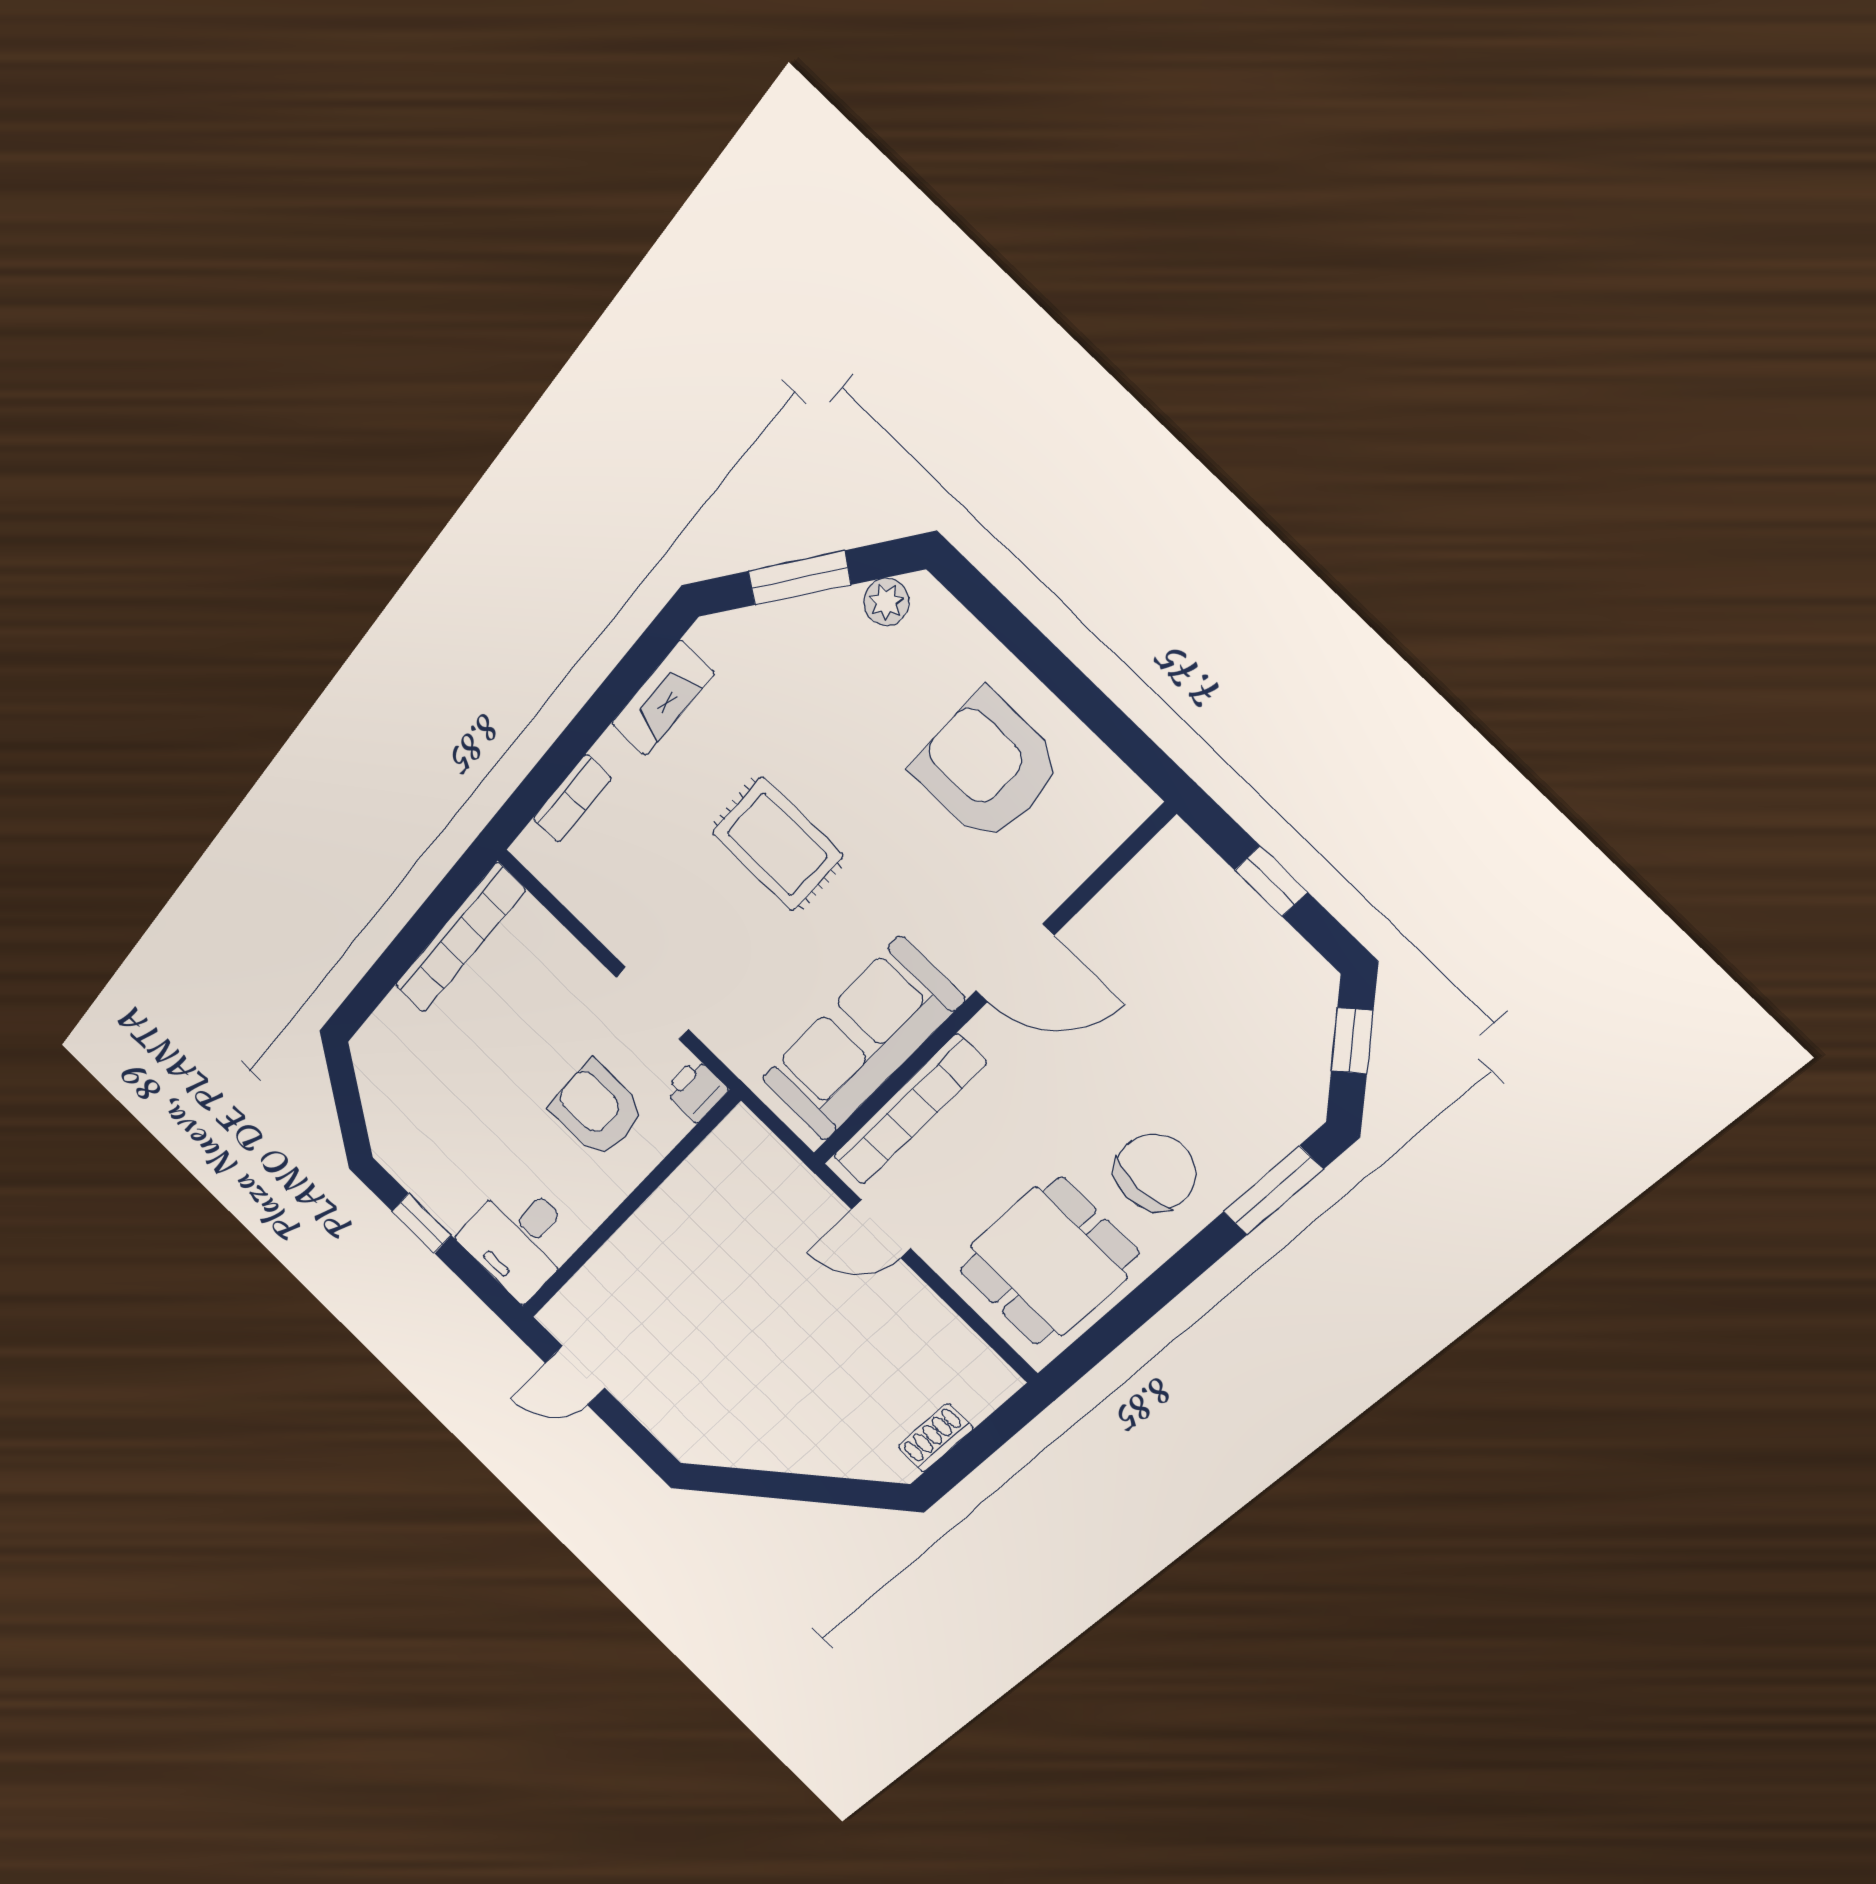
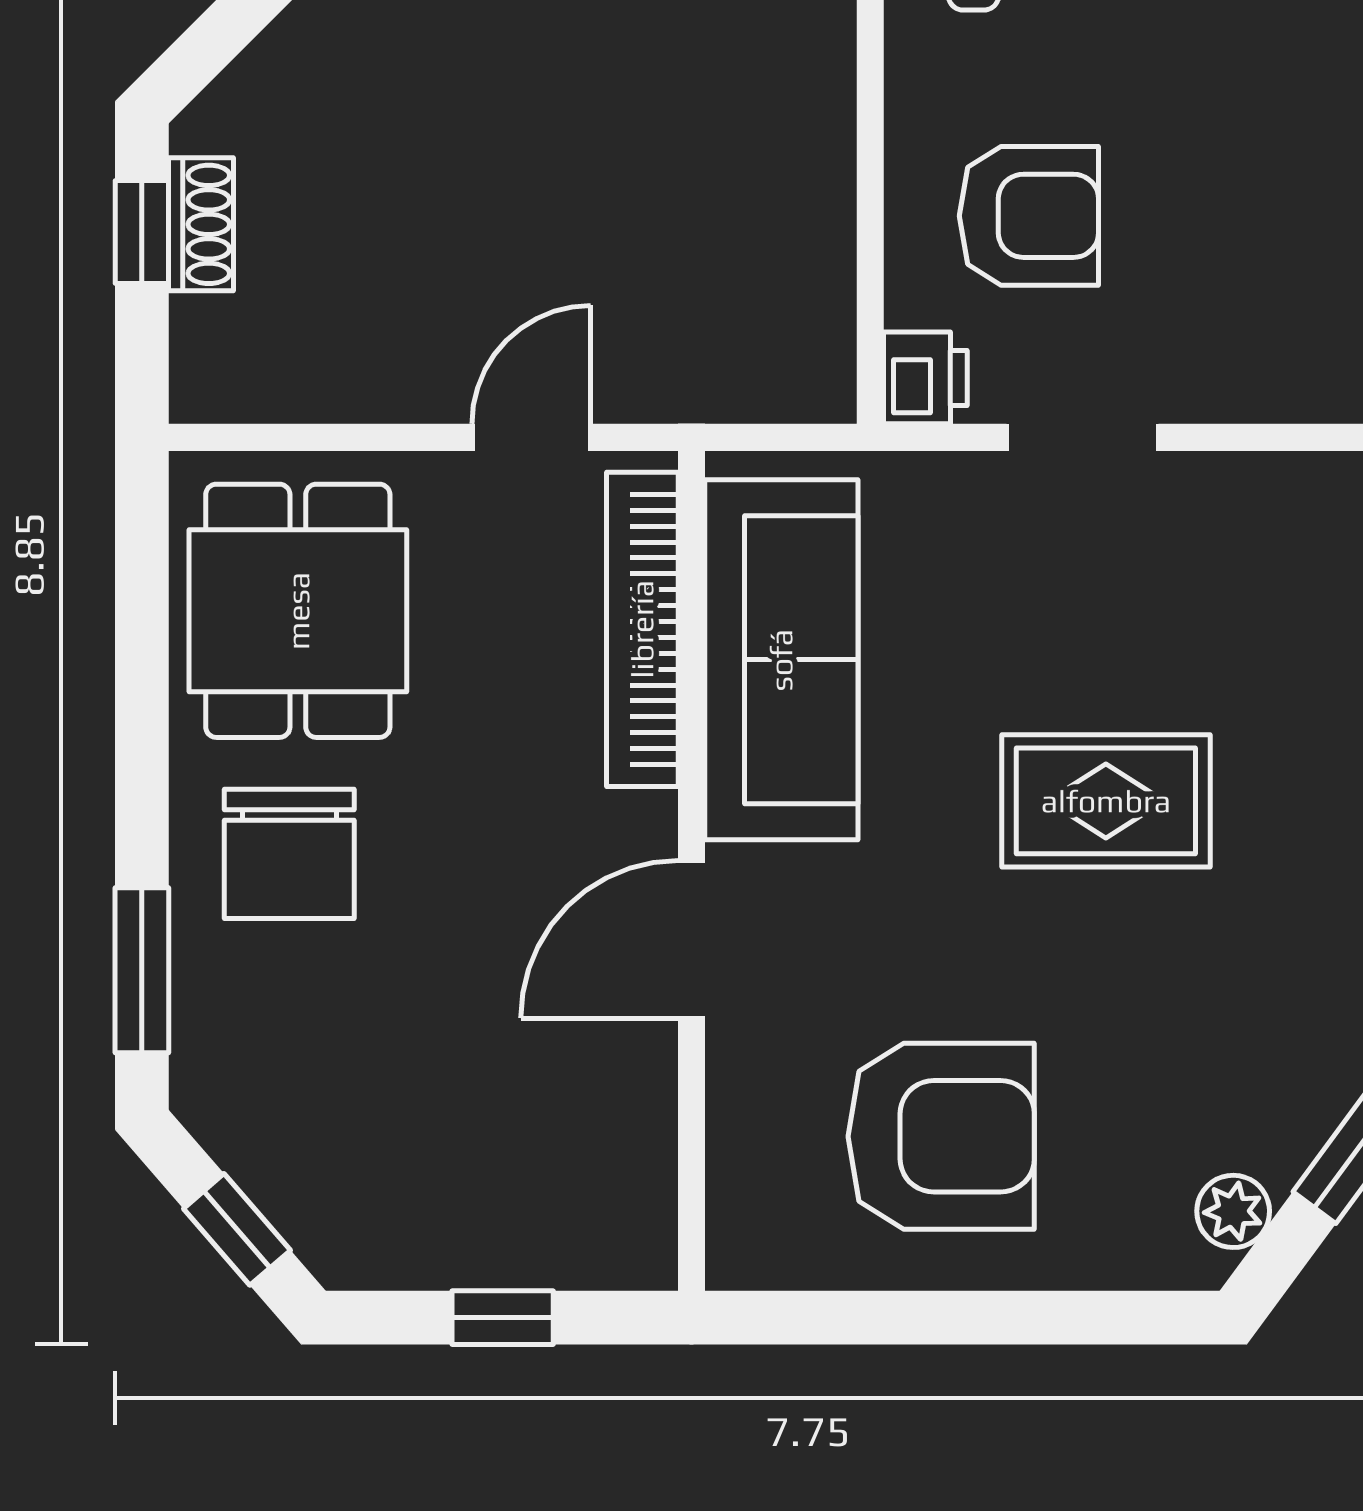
window: (963, 1459) -> (142, 232), added

